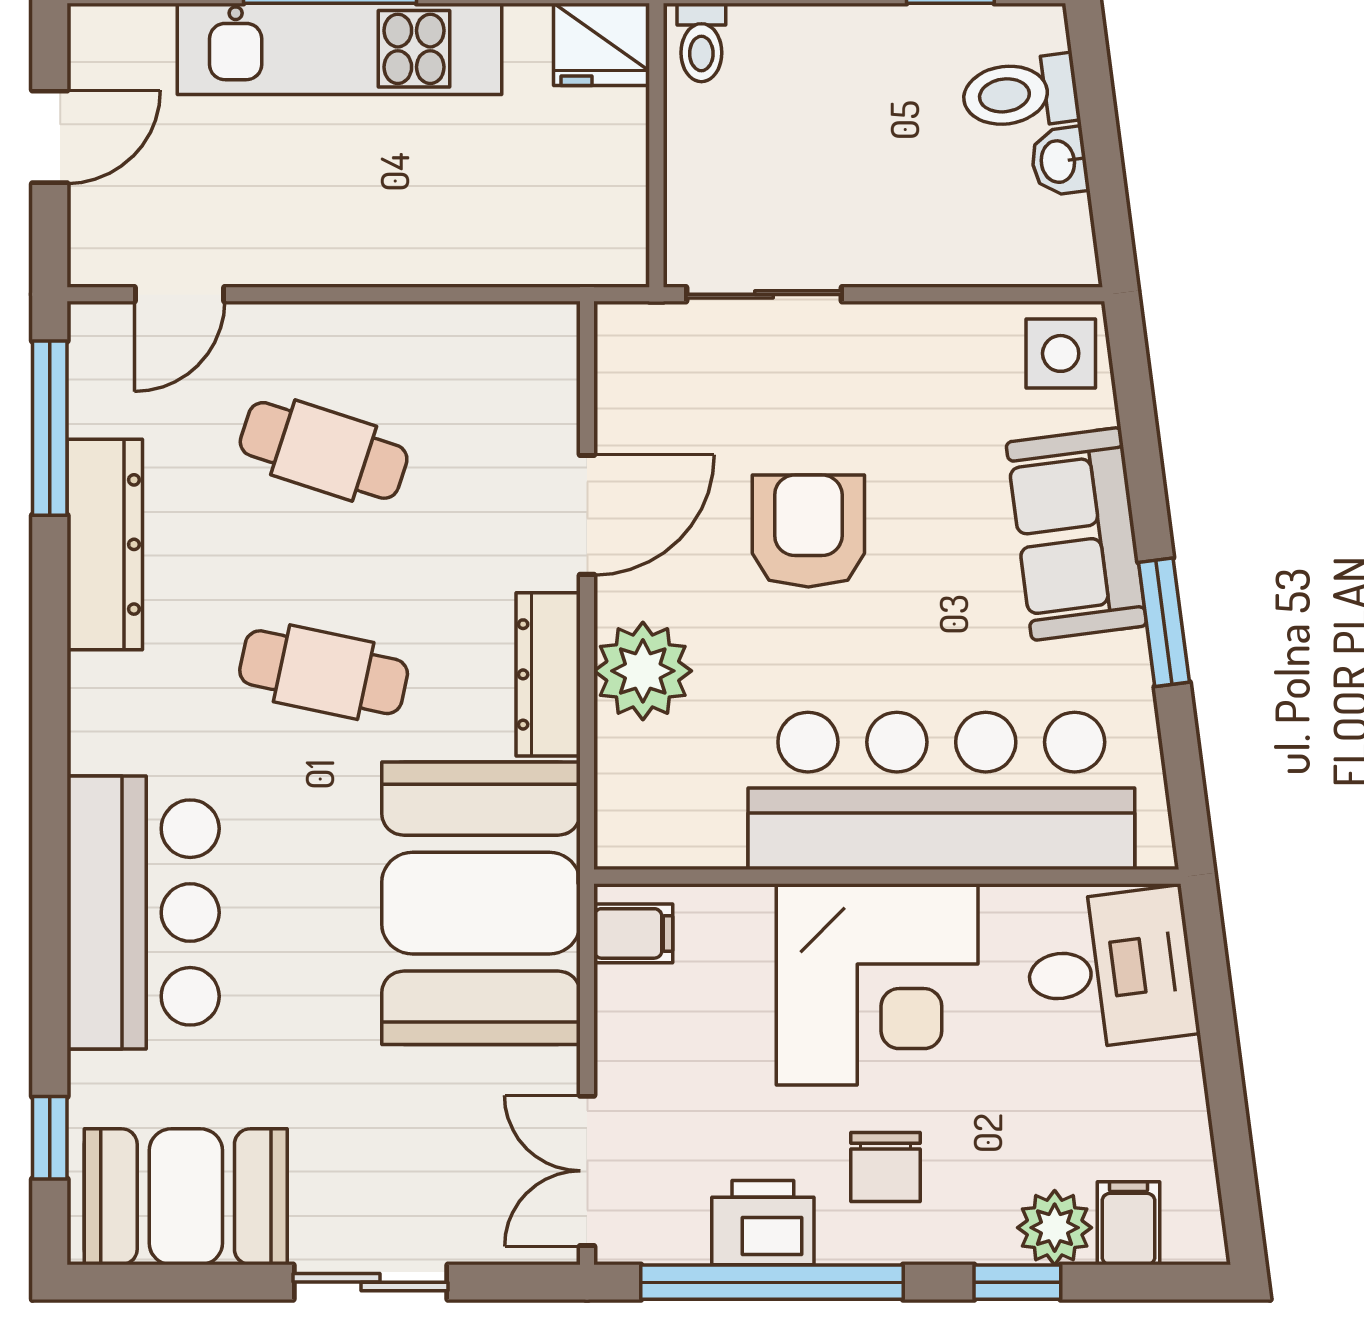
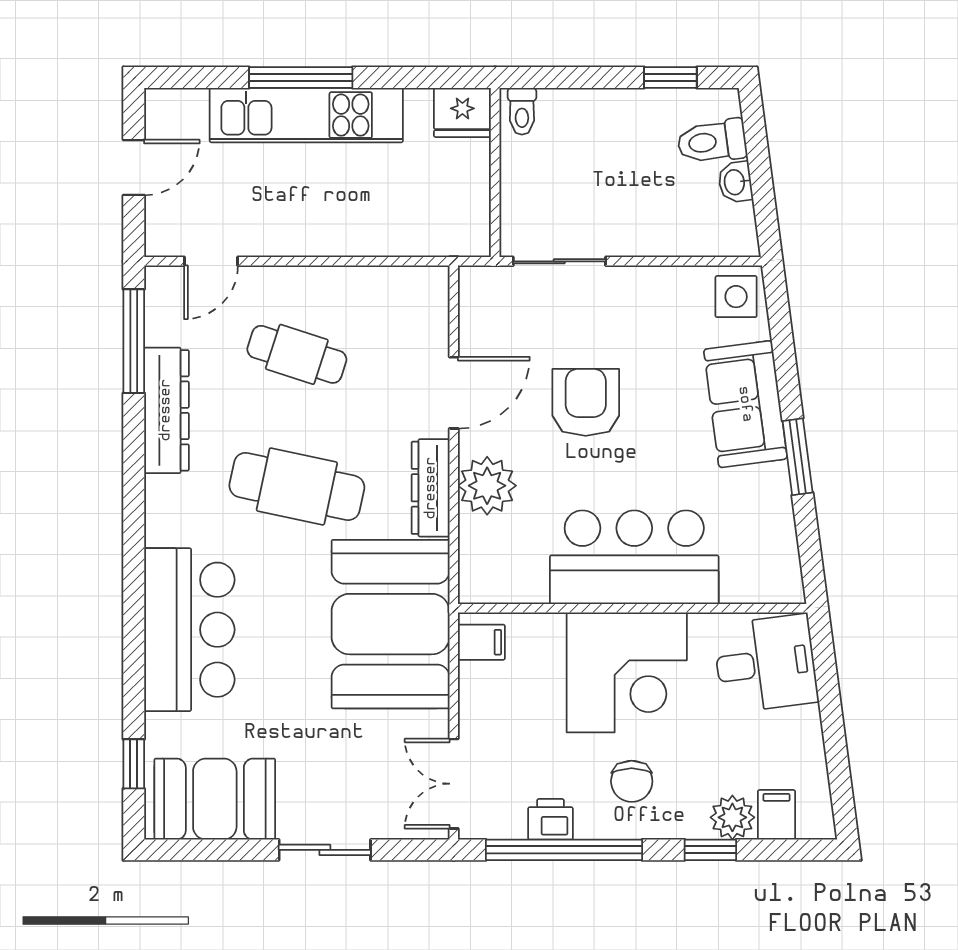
cafe table: (324, 672) -> (297, 486), width x1.37, depth x1.35
bar counter: (941, 791) -> (634, 557), width x0.73
printer: (763, 1223) -> (550, 819), width x0.73, depth x0.81

